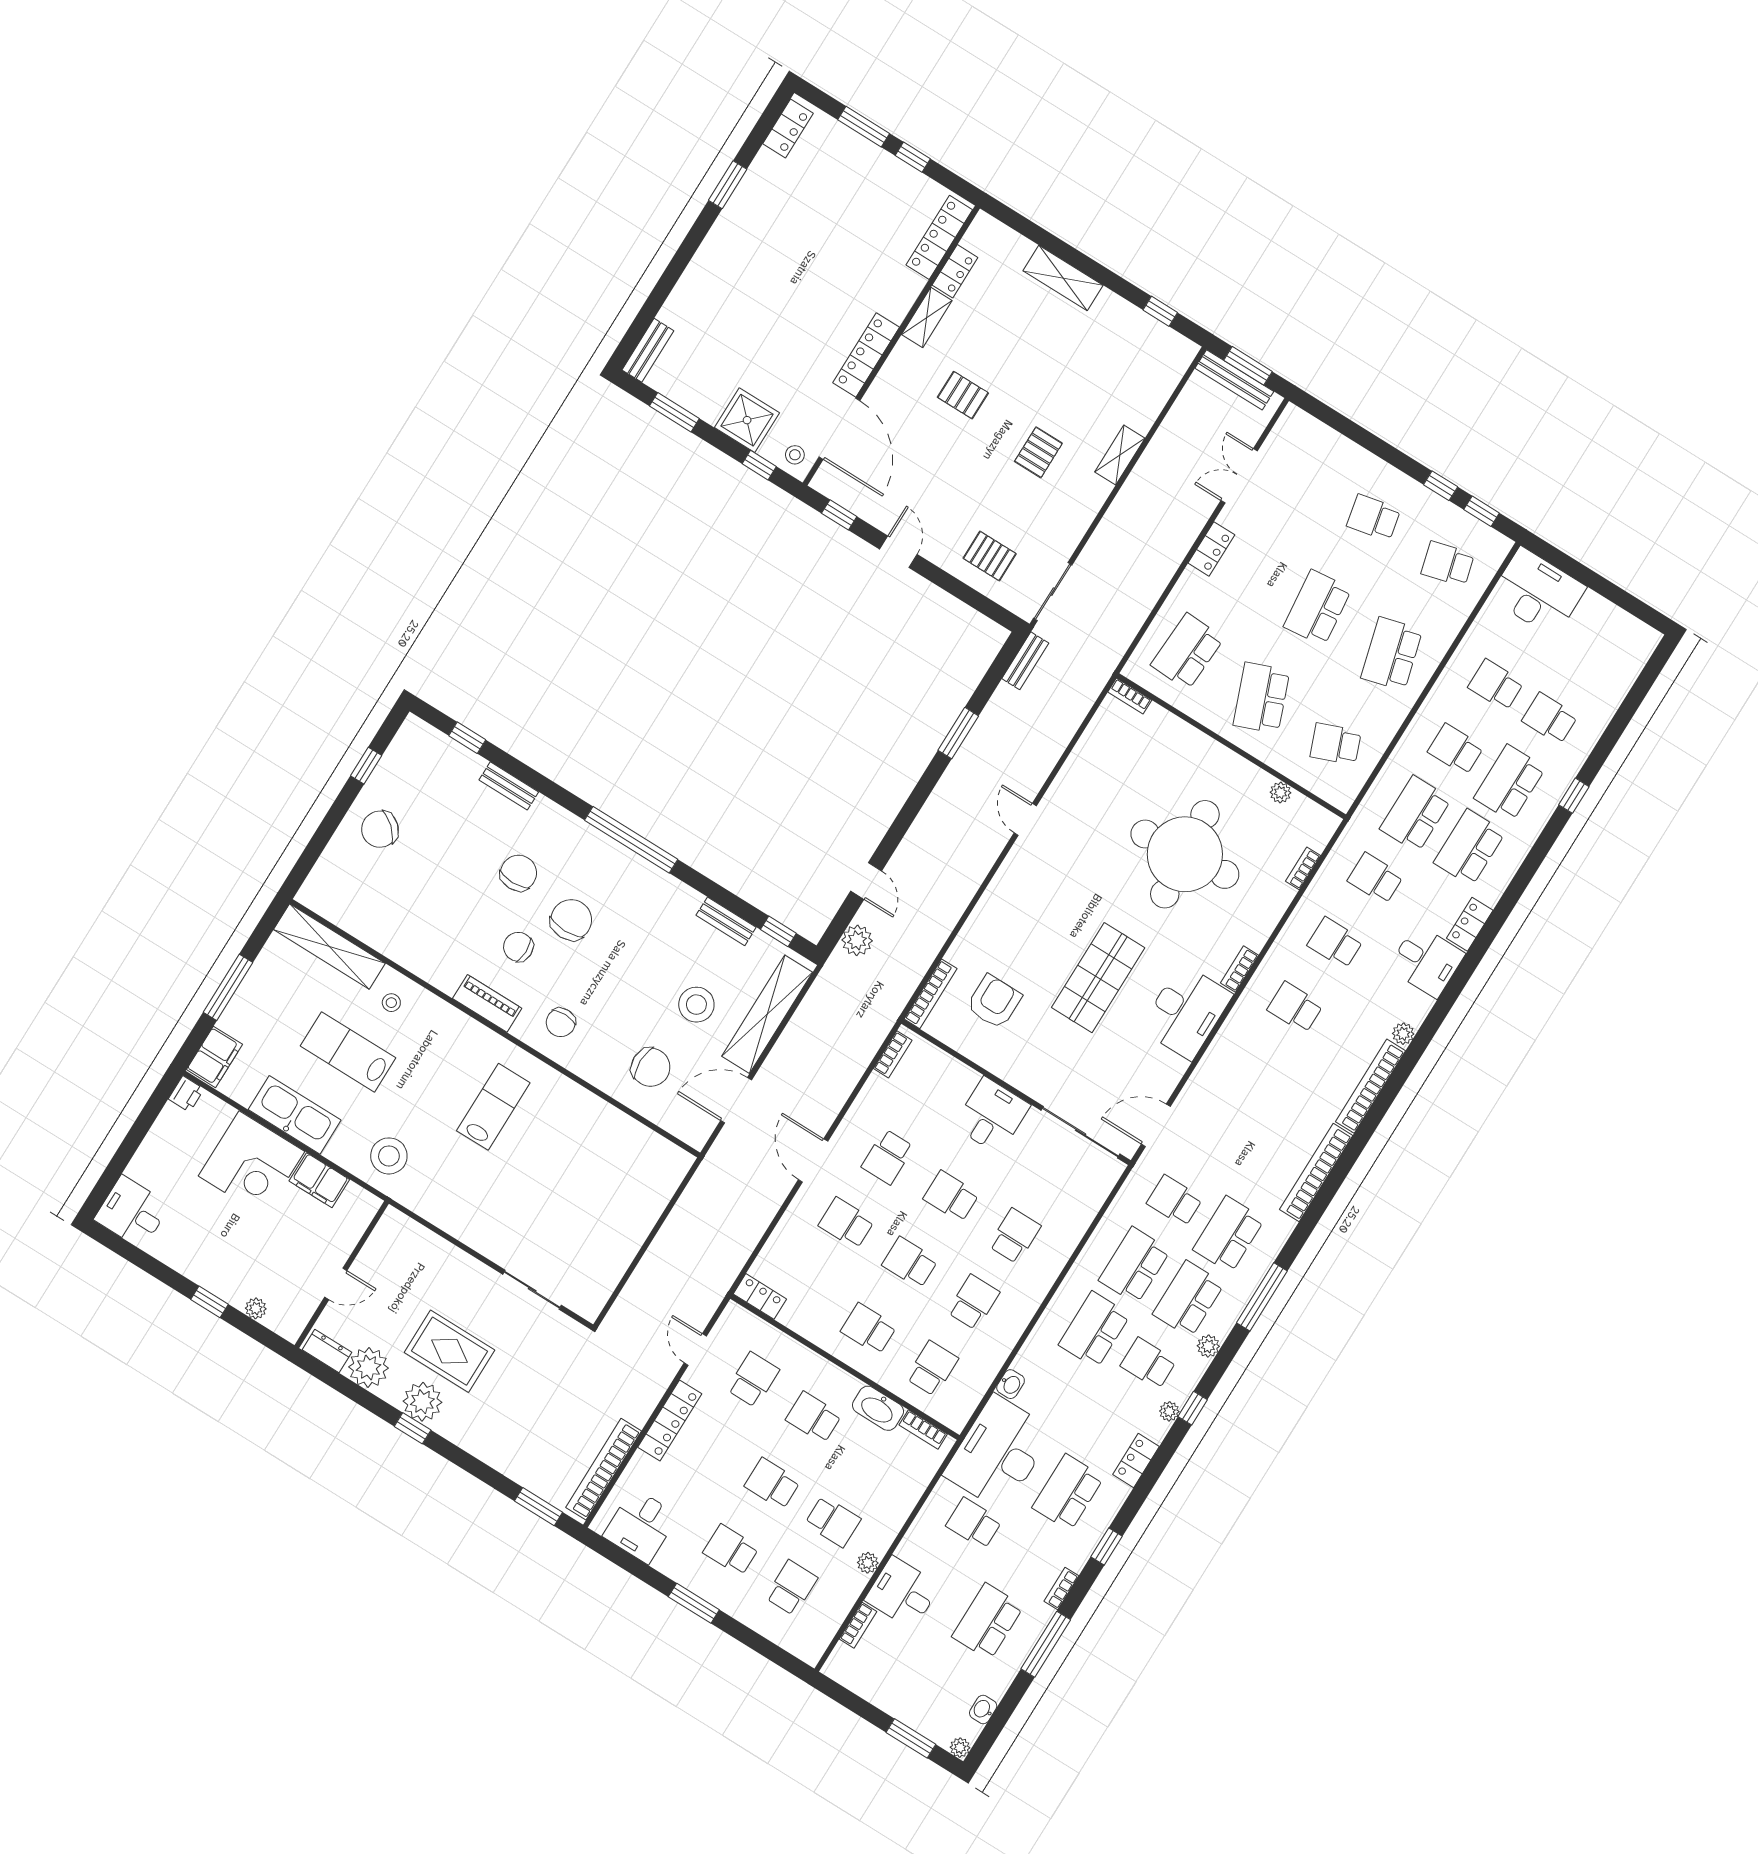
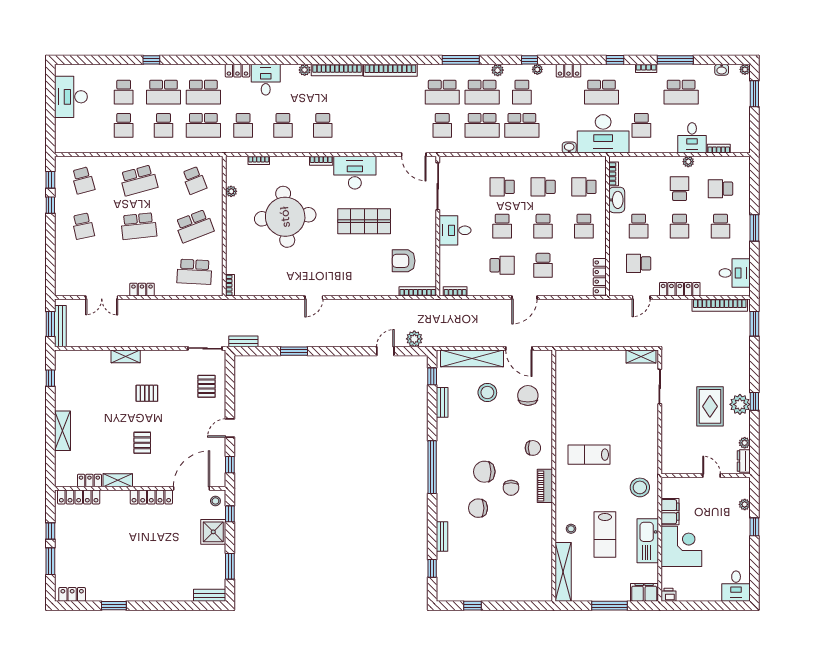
desk: (1537, 592) -> (71, 97), moved
chair: (380, 829) -> (497, 582), removed
shelving: (600, 1290) -> (641, 356), added
locker: (760, 1296) -> (600, 277), width x1.53
plant: (368, 1368) -> (745, 443), width x0.53, depth x0.53

